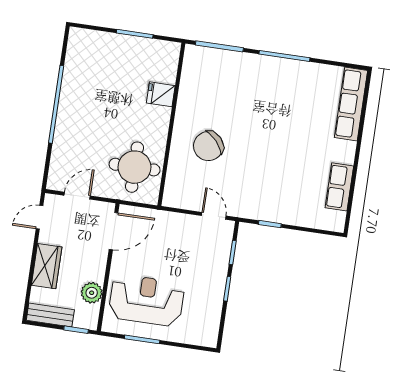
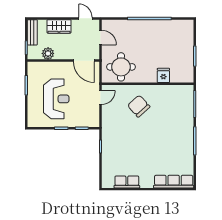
door: (214, 216) -> (101, 98), moved
reception desk: (146, 300) -> (56, 99), moved

